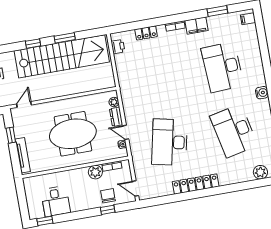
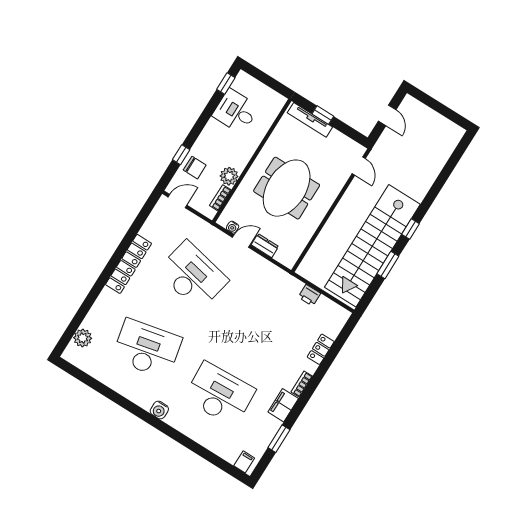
printer: (118, 47) -> (309, 295), moved
plant: (114, 102) -> (281, 256), removed
window: (11, 135) -> (323, 115), moved

